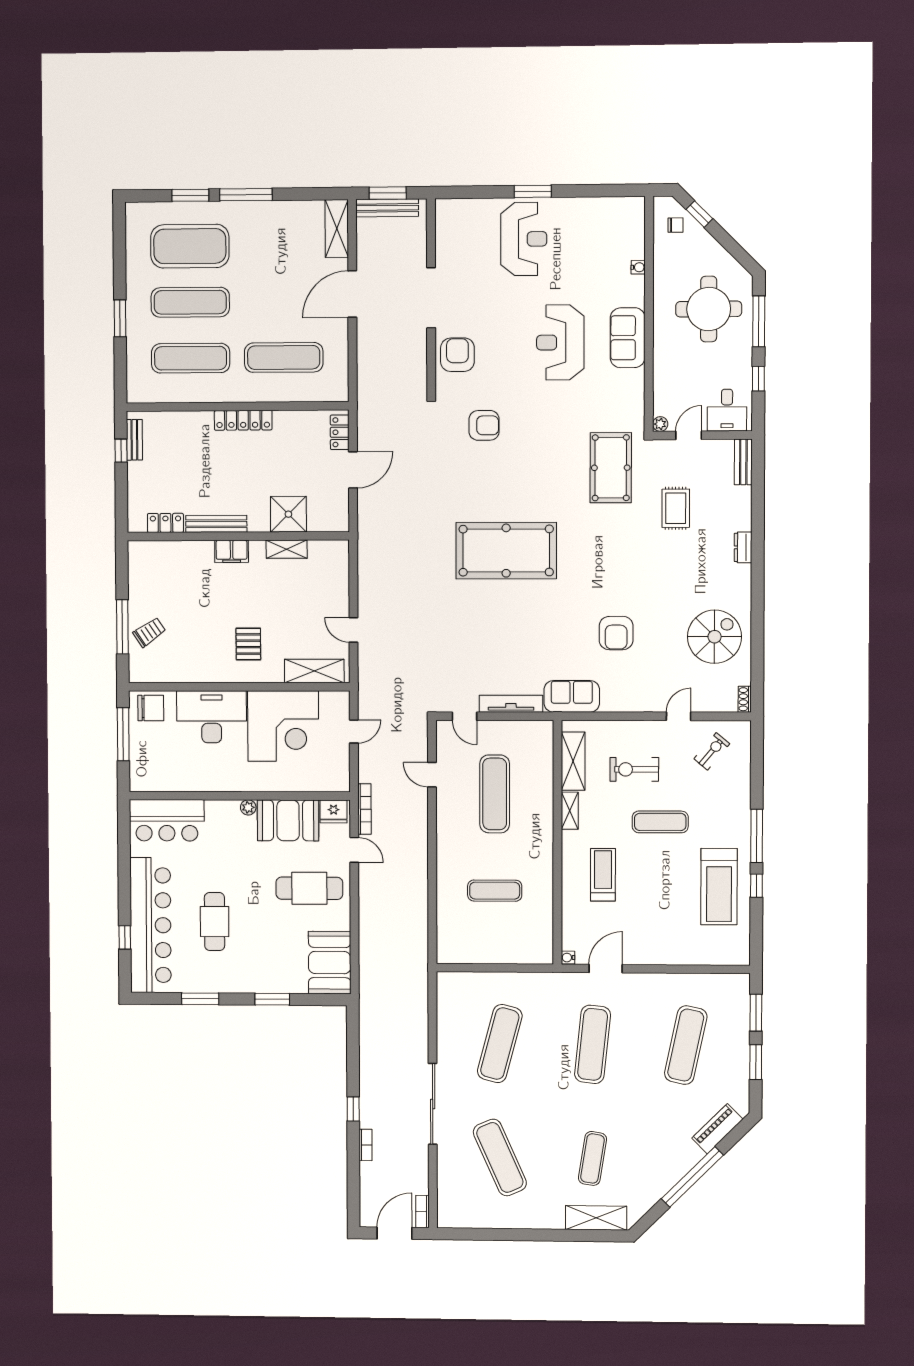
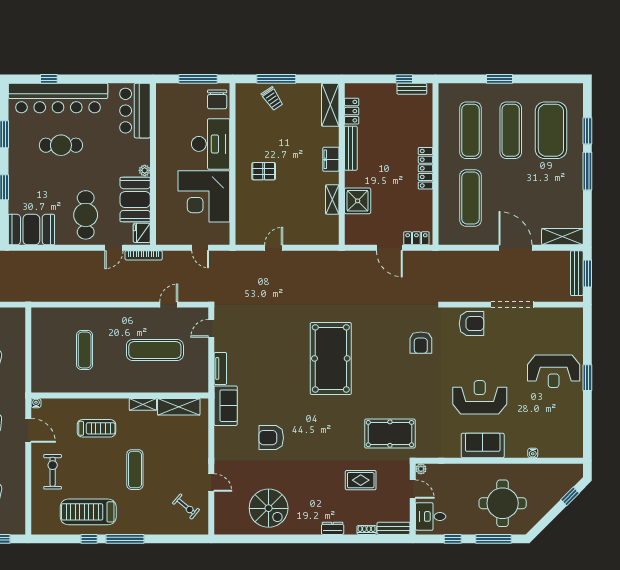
chair: (676, 225) -> (562, 479), removed
shelving: (314, 671) -> (330, 105), moved
shoe rack: (745, 699) -> (367, 530), moved
tv unit: (511, 704) -> (220, 368), width x0.71
exercise bike: (634, 769) -> (53, 472), moved

